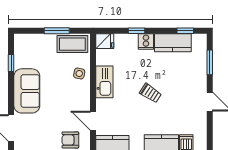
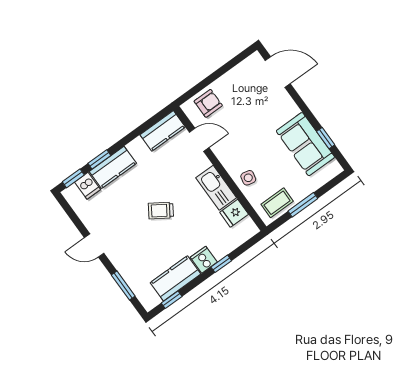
fridge: (105, 41) -> (234, 213), moved
coffee table: (72, 44) -> (277, 203), width x0.73, depth x0.77
sofa: (27, 91) -> (305, 144), moved

